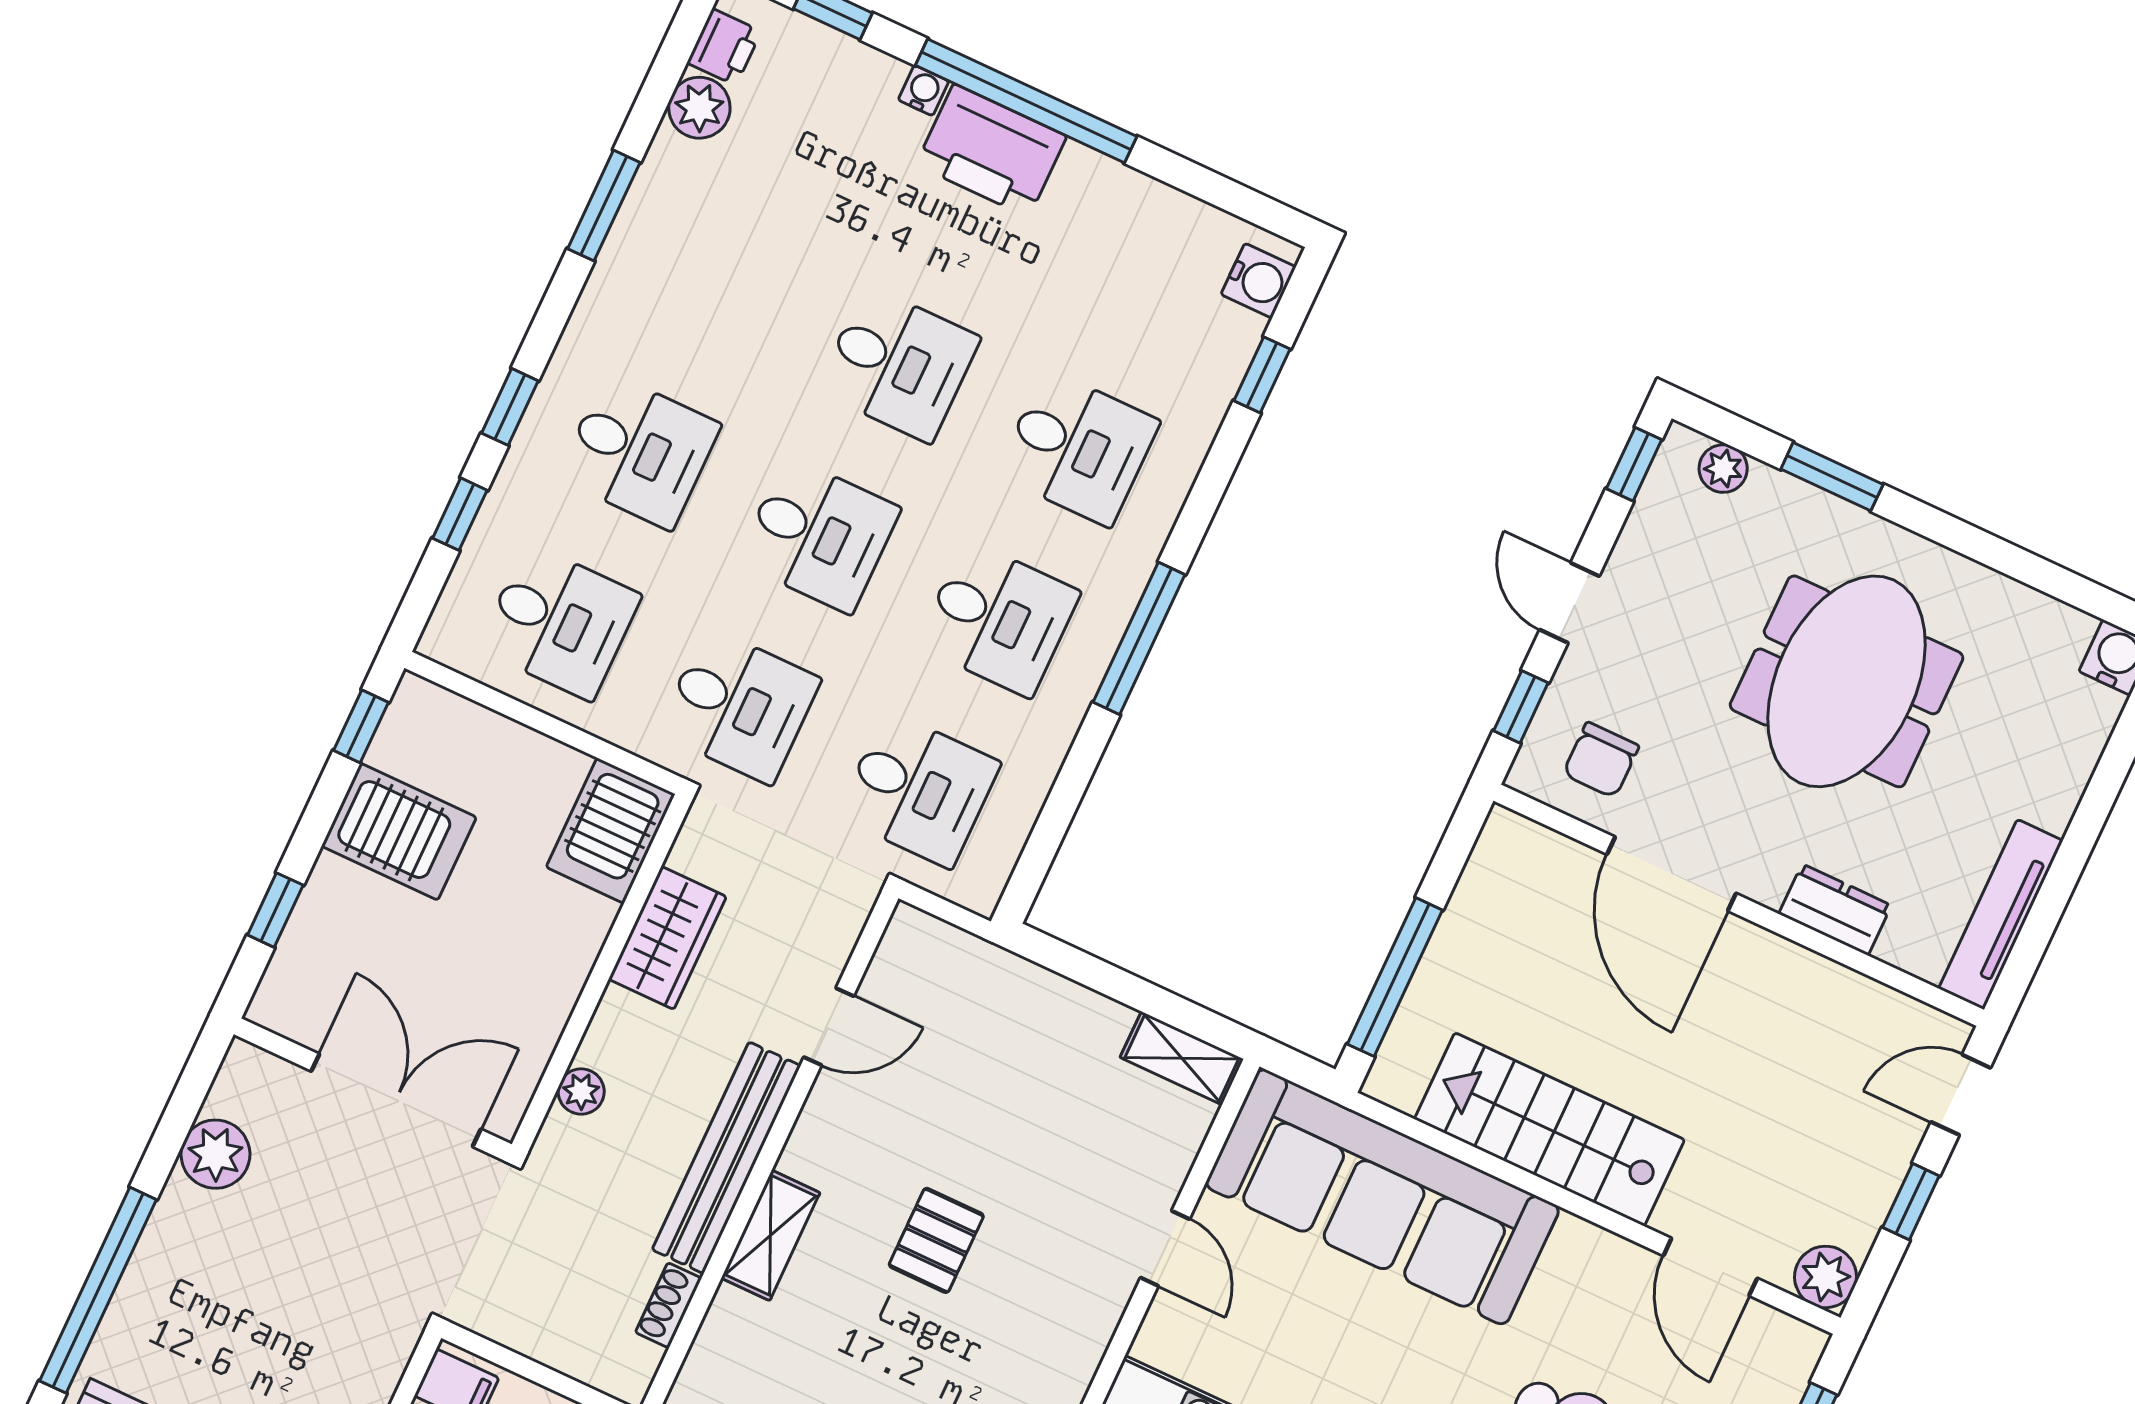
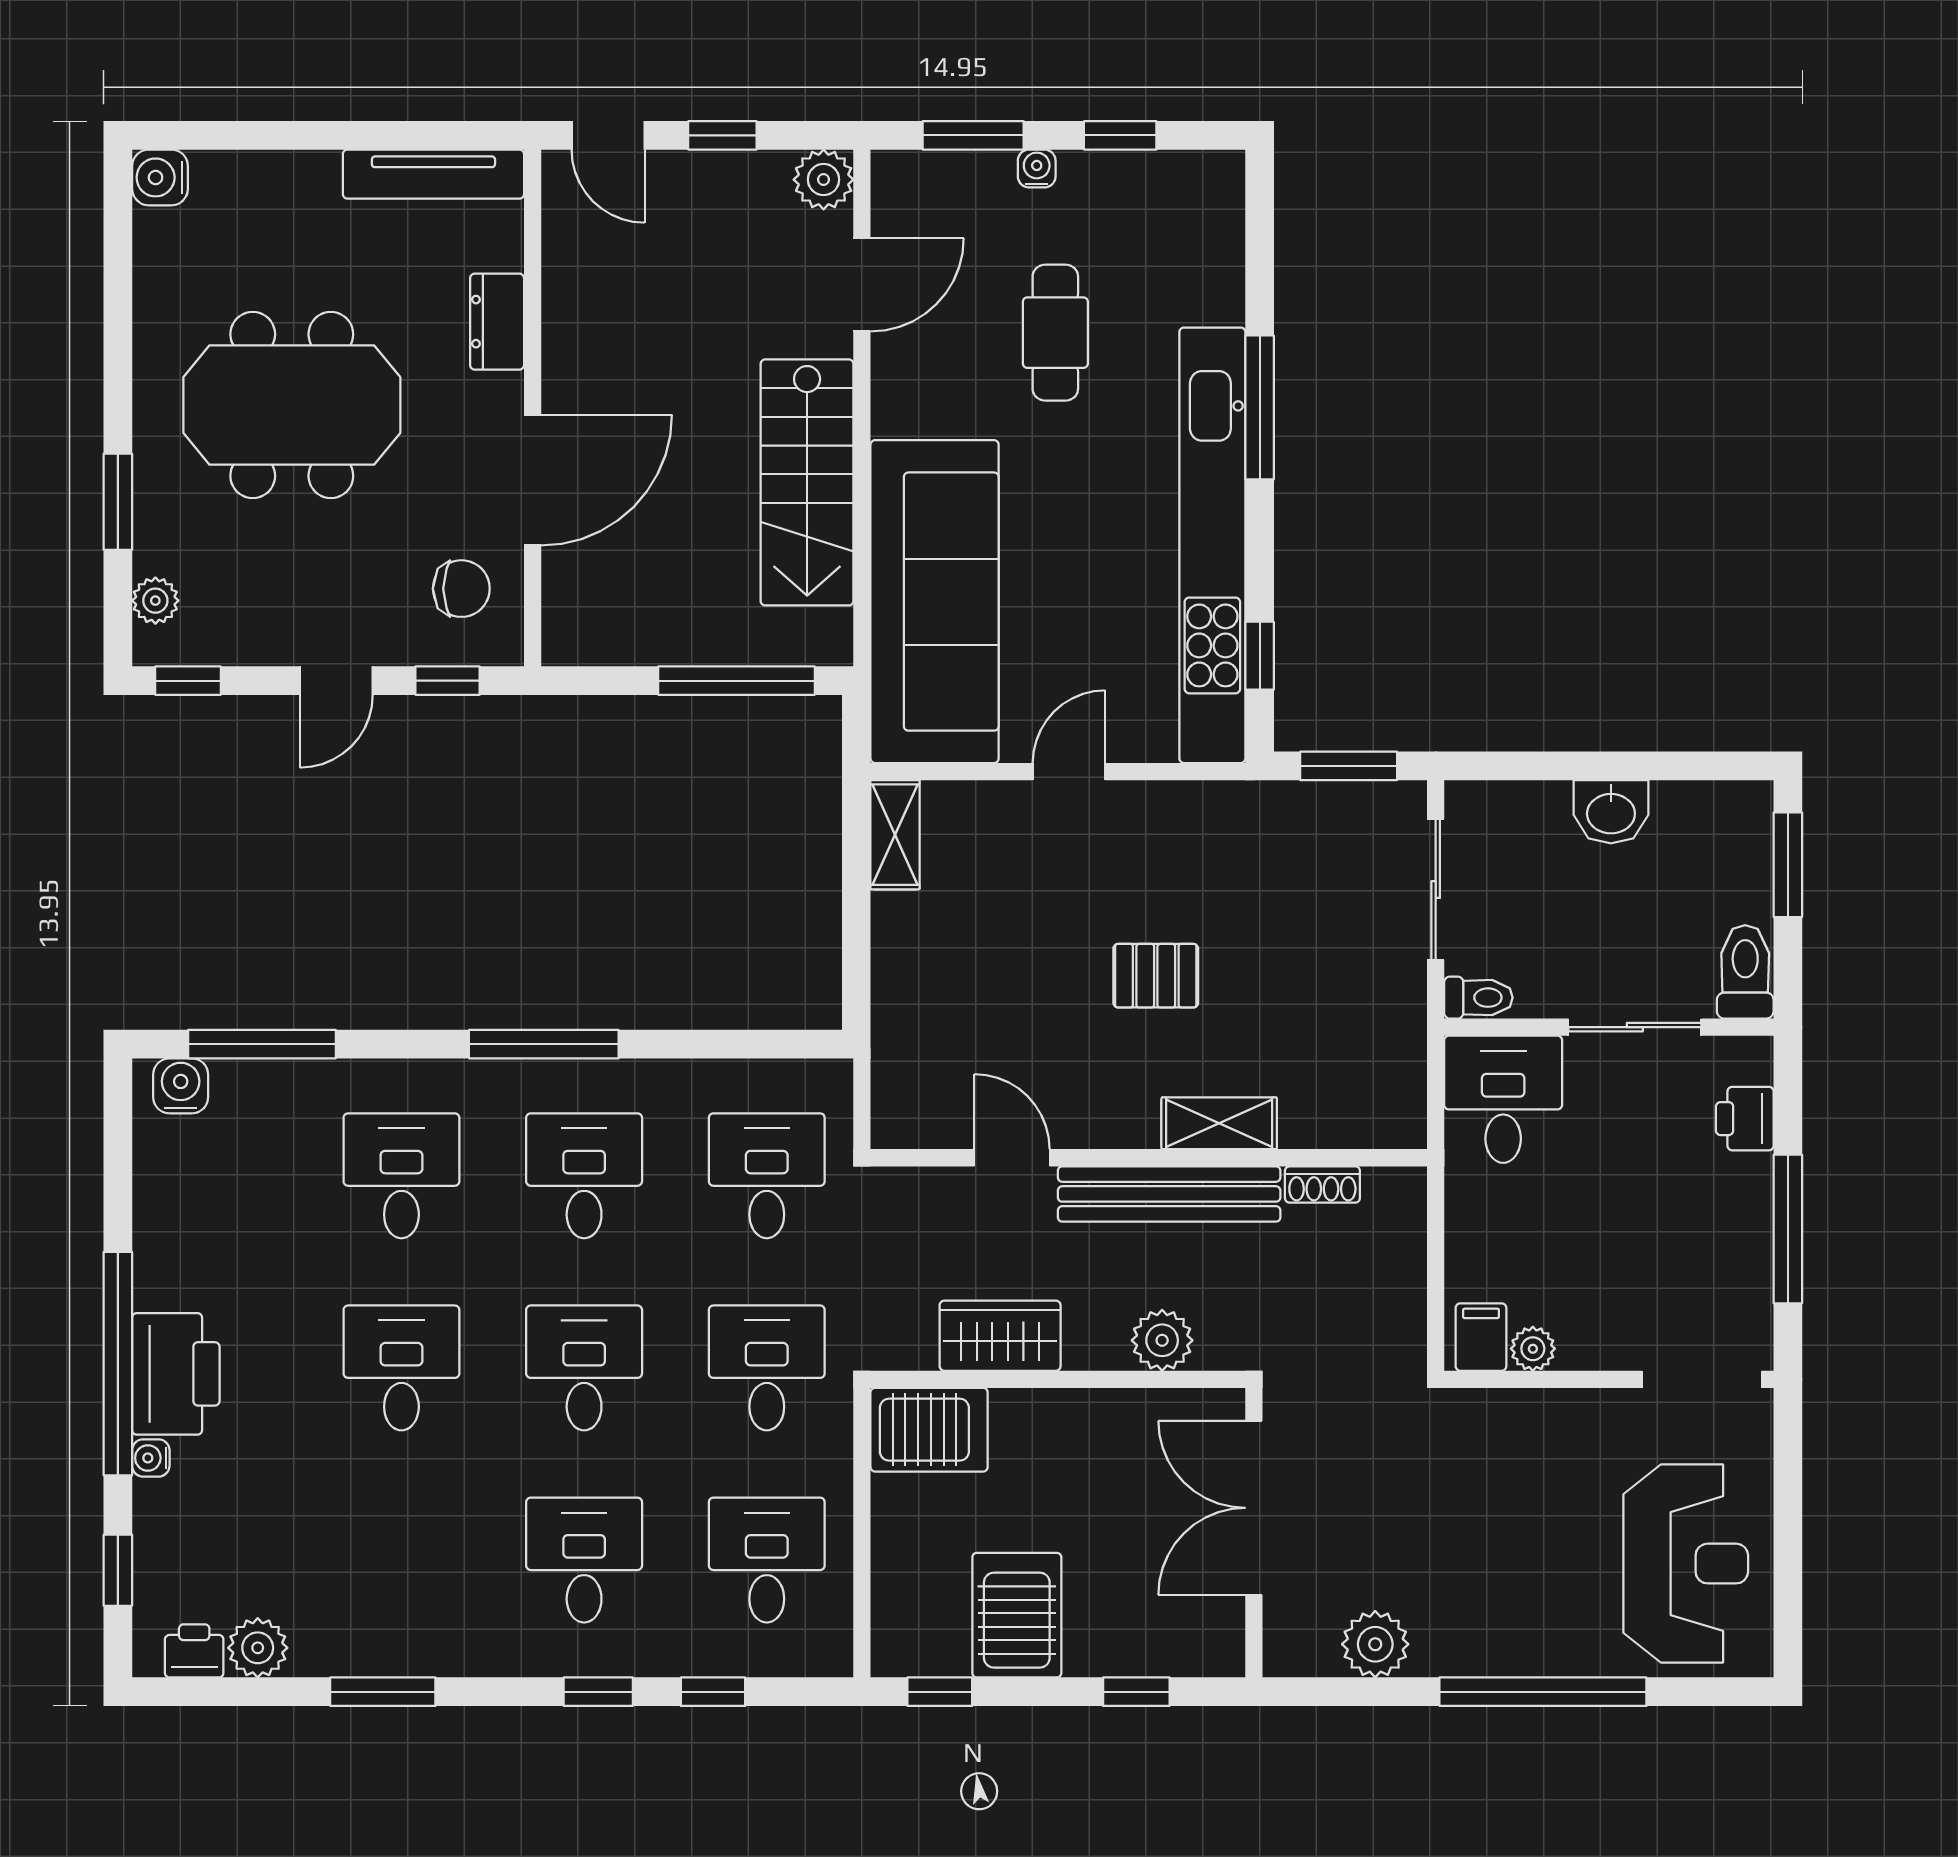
window: (1262, 375) -> (262, 1044), width x2.17
plant: (581, 1092) -> (1162, 1340), width x1.38, depth x1.38

